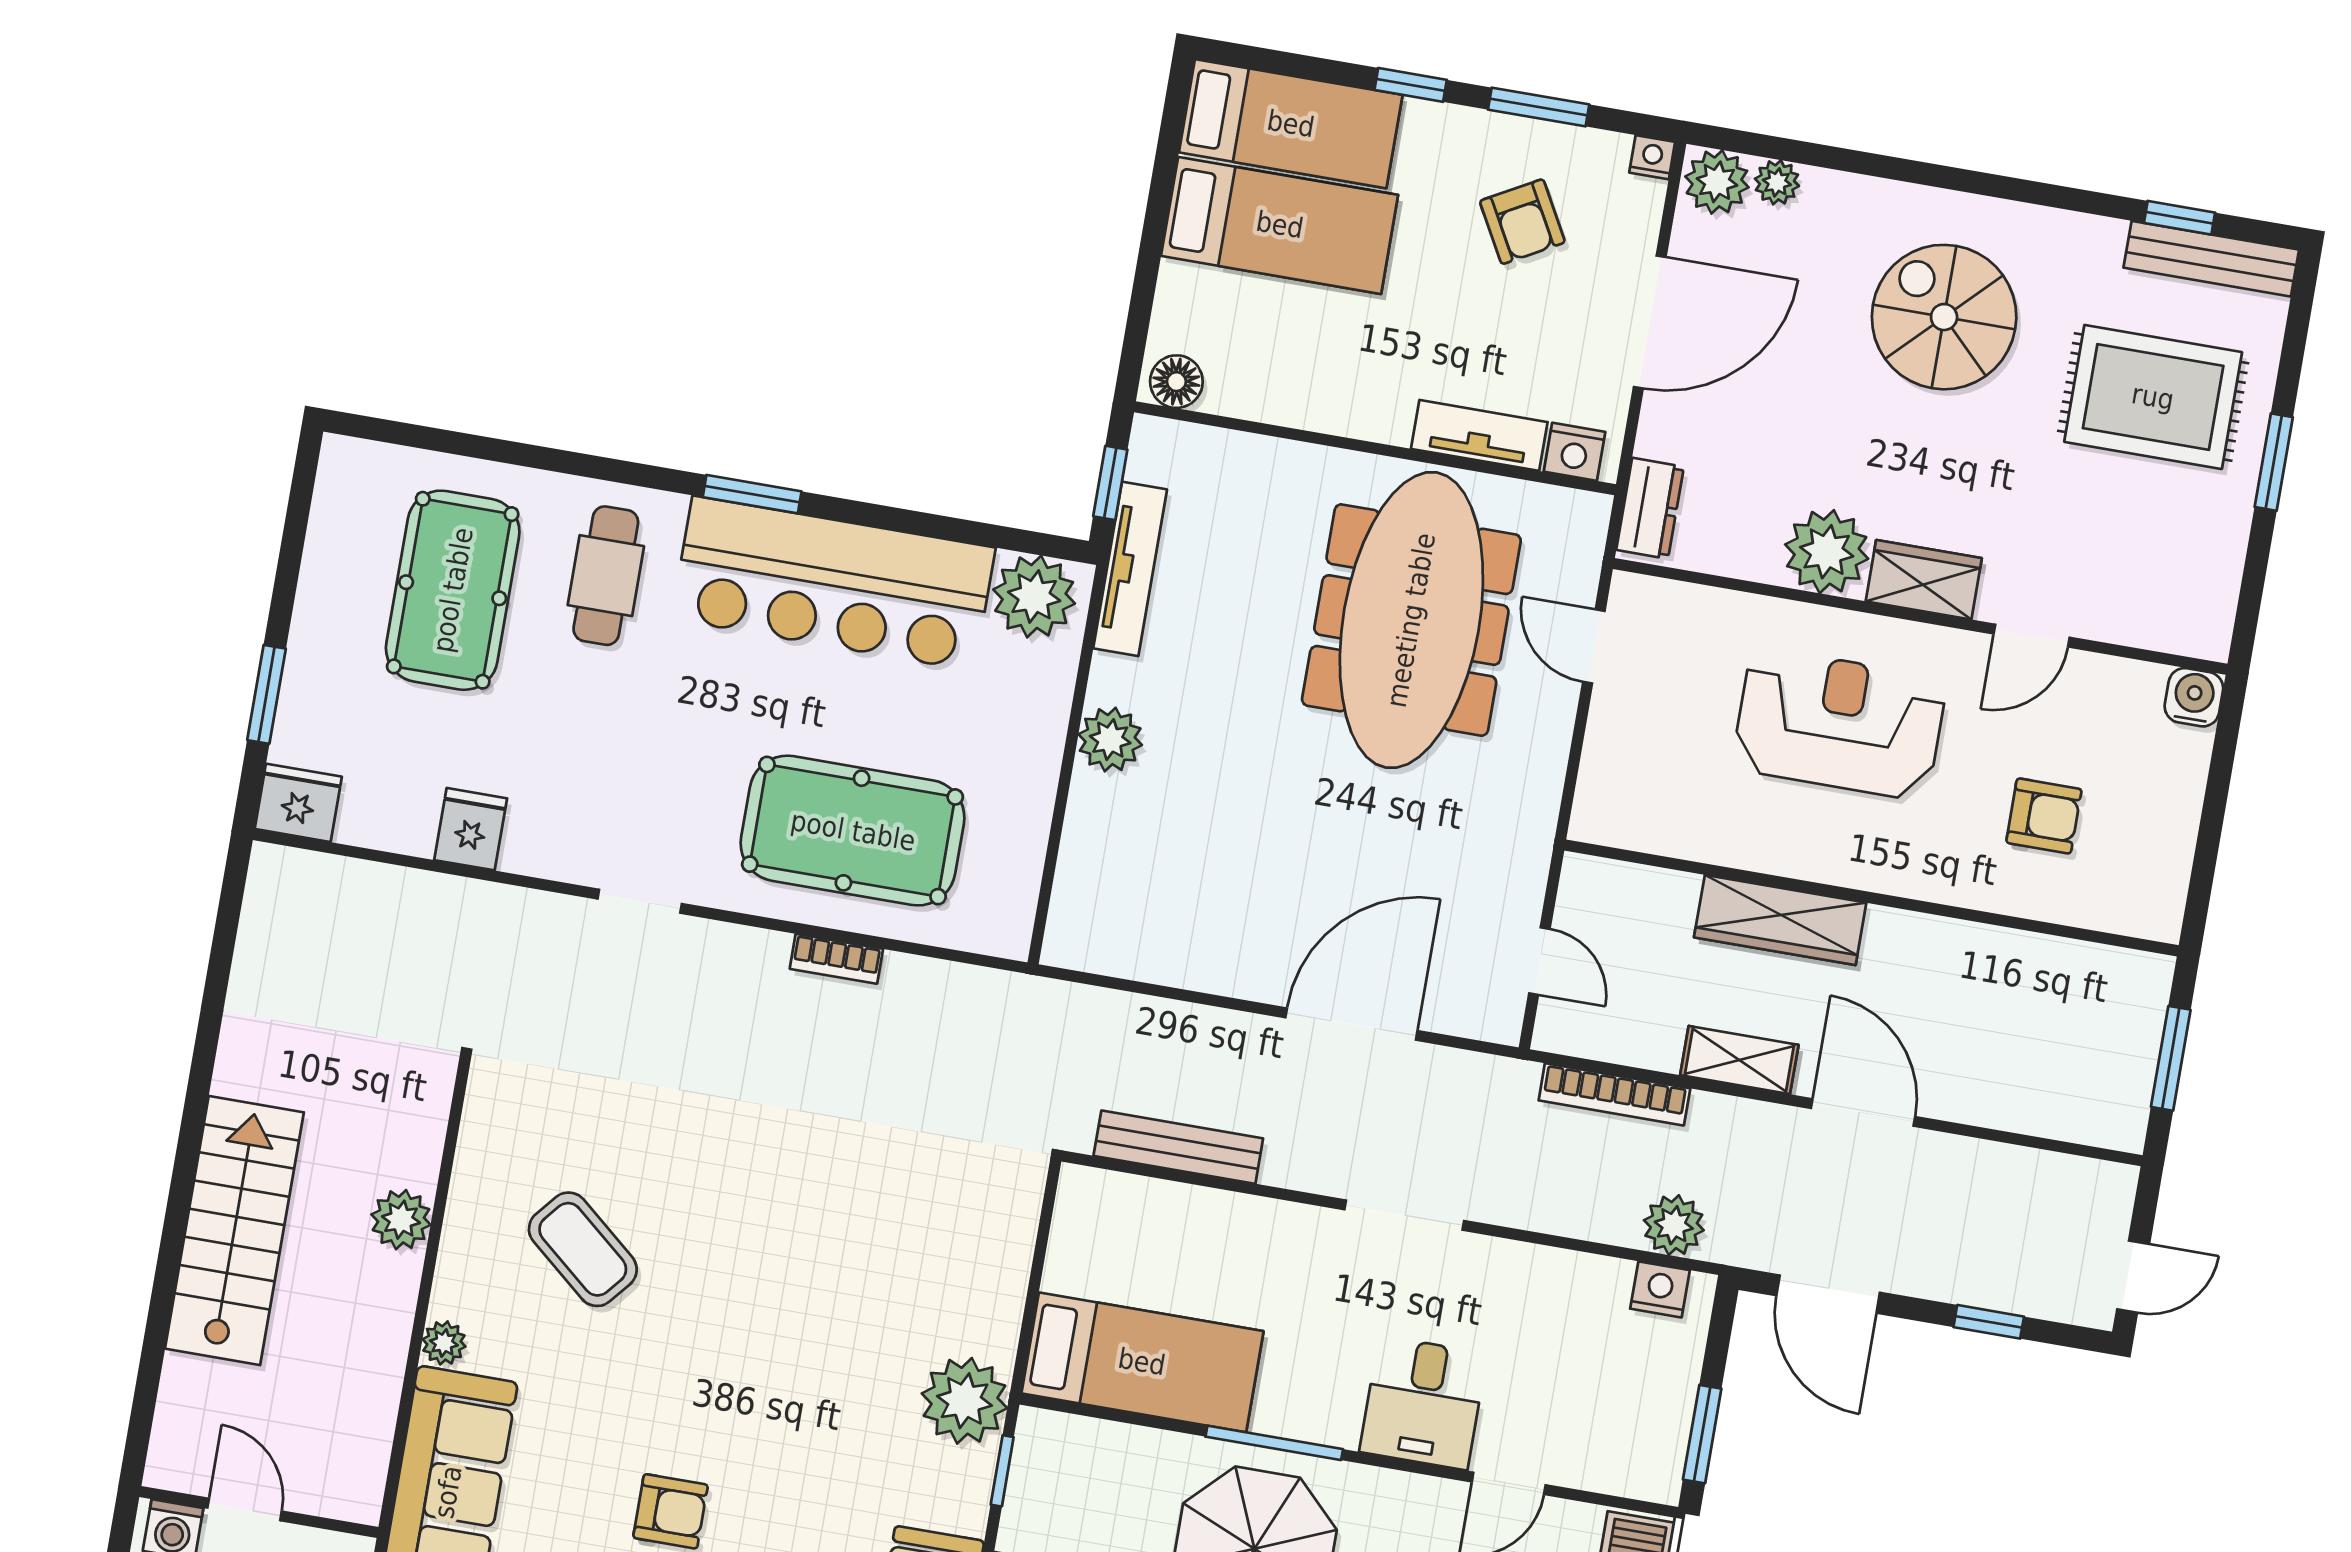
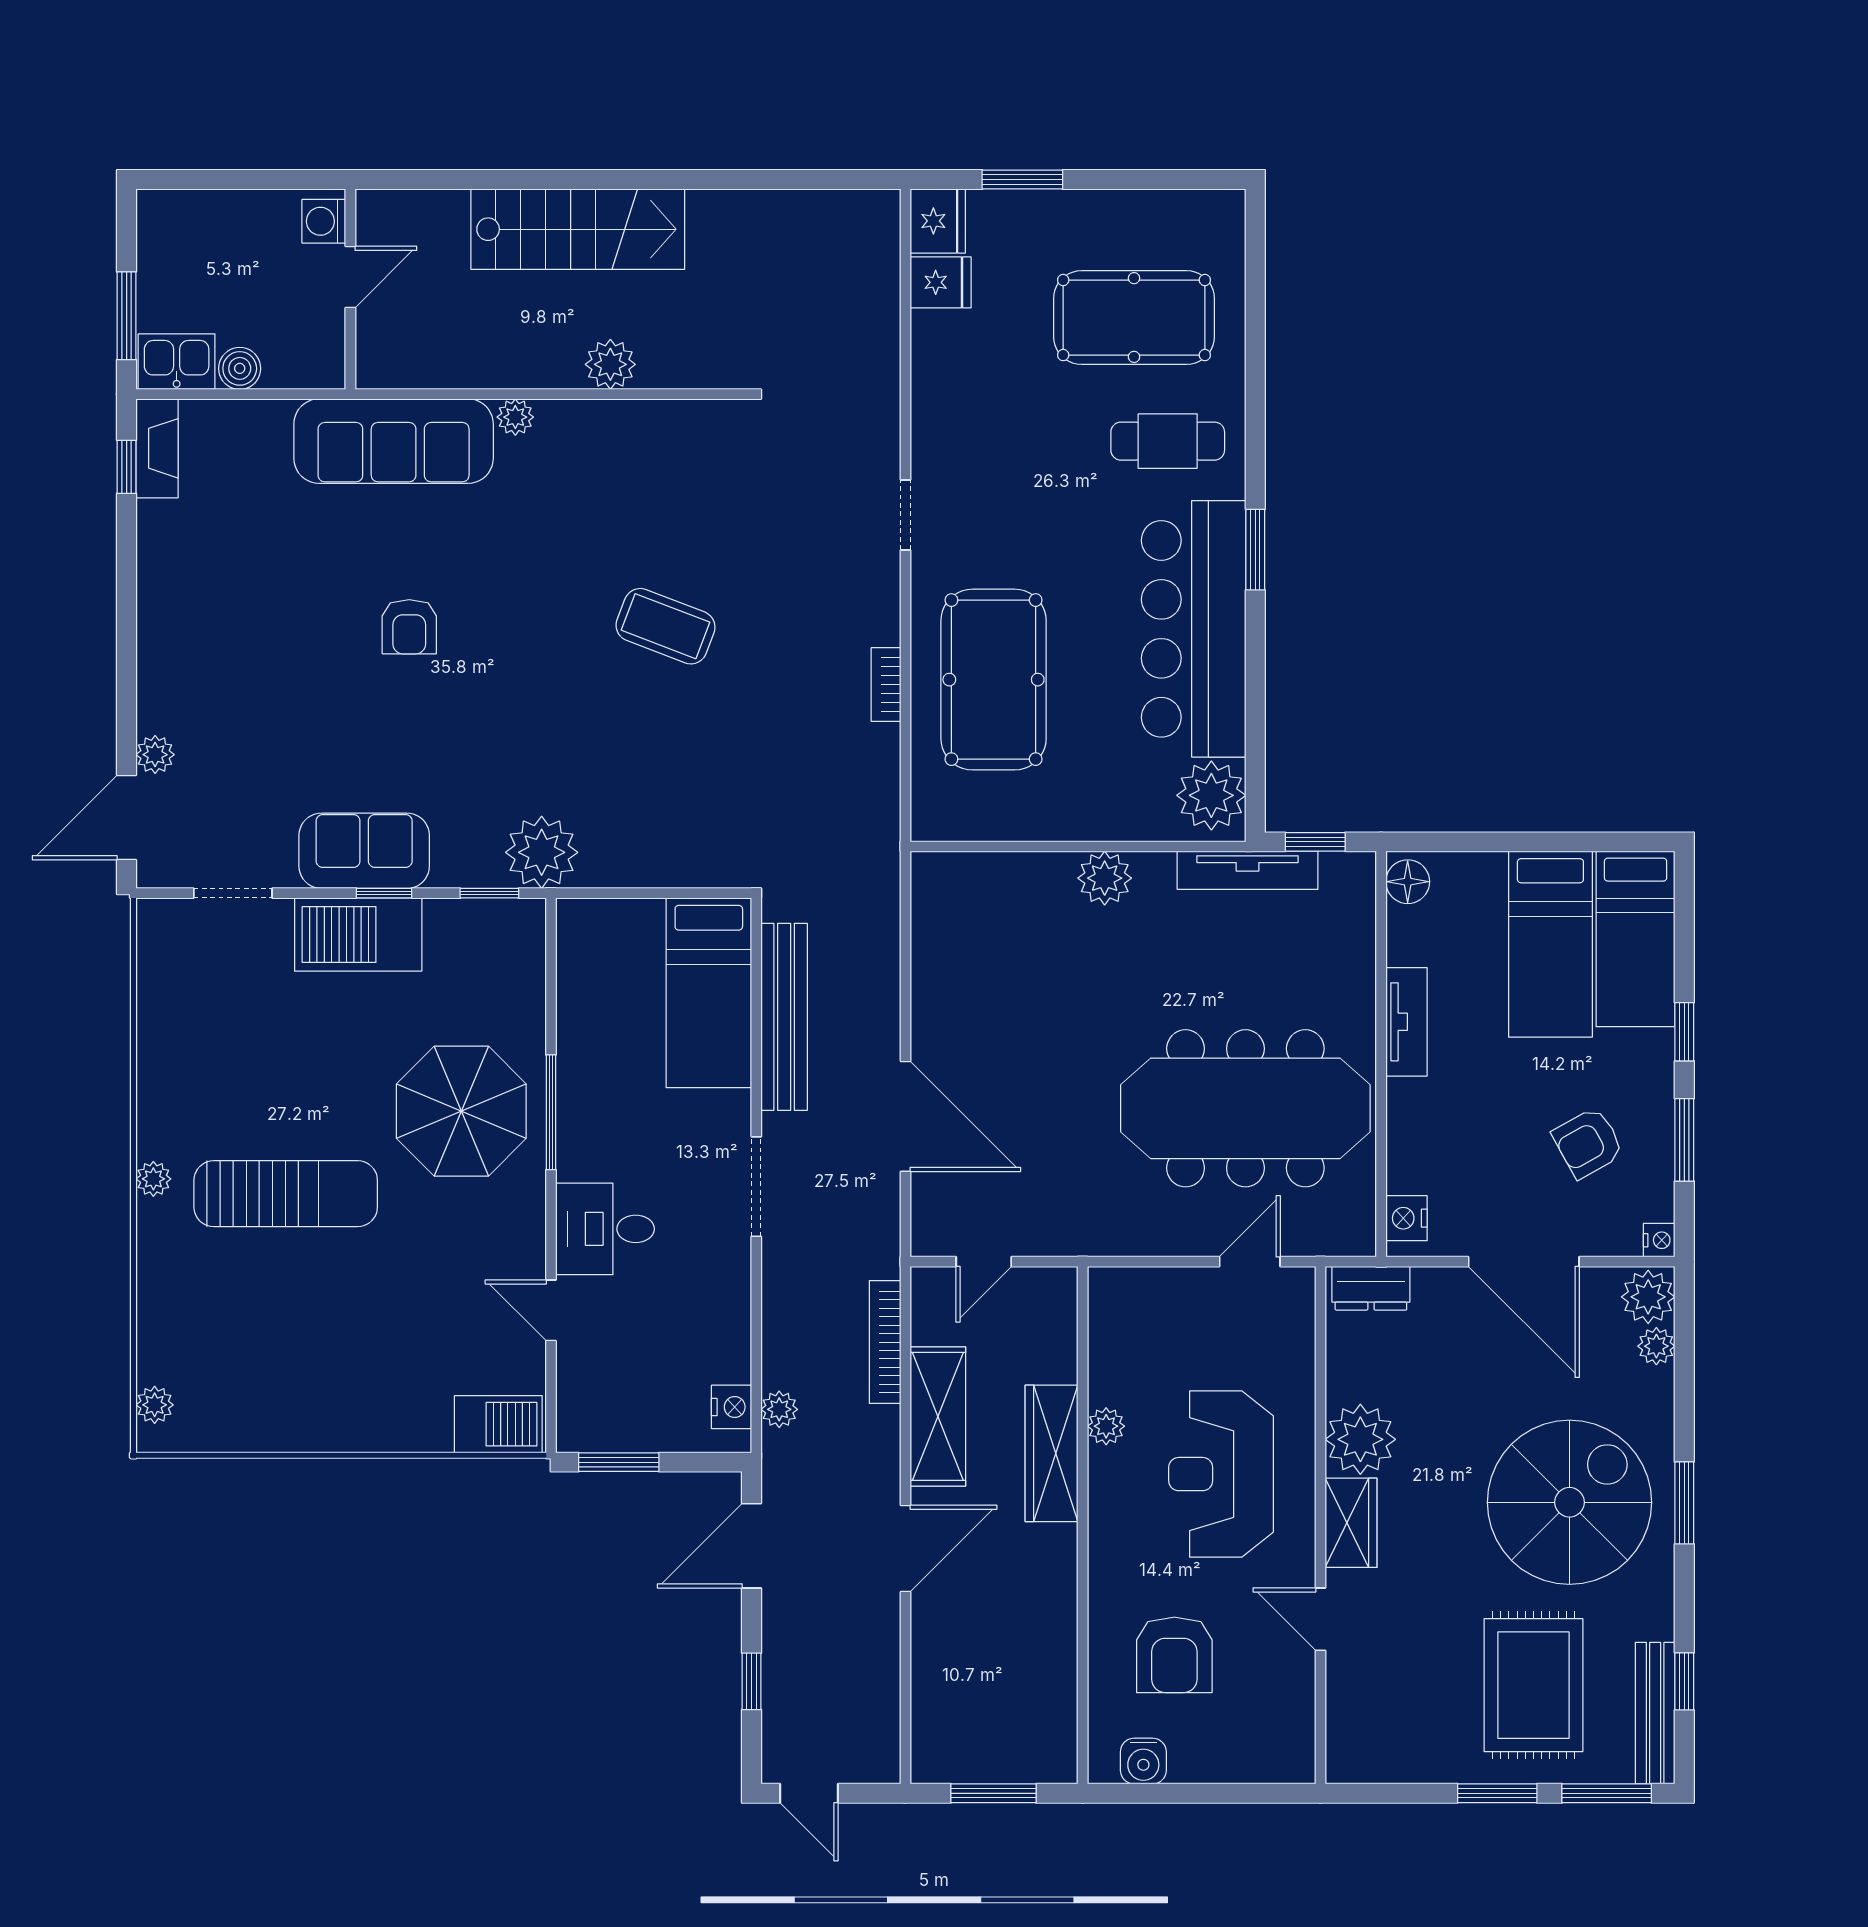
window: (1968, 181) -> (1684, 1503), added
spiral stairs: (1944, 317) -> (1569, 1502), width x1.37, depth x1.37
window: (2296, 333) -> (1607, 1793), added
tv unit: (1479, 435) -> (1407, 1022), moved
water cooler: (2194, 697) -> (1143, 1761), moved, turned 90
reception desk: (1839, 724) -> (1221, 1474), turned 180
armchair: (2044, 816) -> (1174, 1655), width x1.38, depth x1.38
fridge: (471, 829) -> (941, 282), moved
plant: (1759, 850) -> (1106, 1426), added
shelving: (1739, 1060) -> (938, 1416), width x1.50, depth x1.33
bench: (1178, 1147) -> (784, 1017), width x1.37, depth x1.21
plant: (1674, 1225) -> (779, 1409), width x0.73, depth x0.73
coffee table: (583, 1249) -> (666, 626), moved, turned 71
bed: (1142, 1362) -> (709, 993), moved

